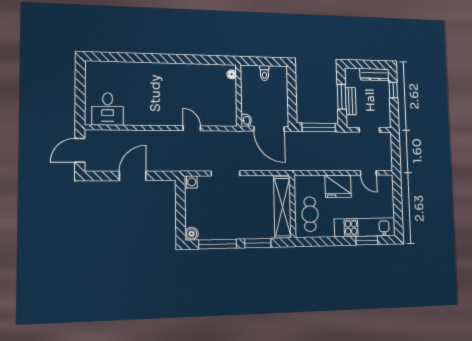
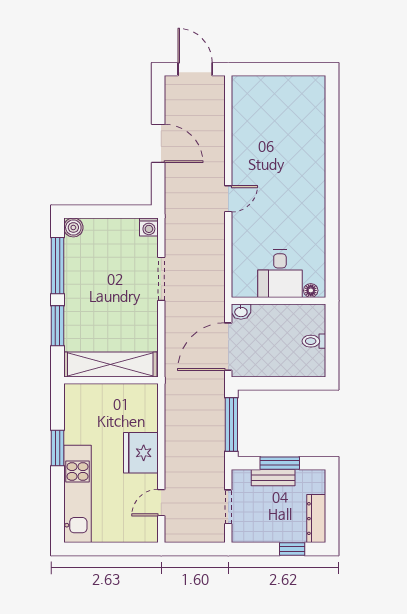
desk: (108, 109) -> (280, 274), moved, turned -90
door: (192, 128) -> (228, 199), moved
cafe table: (310, 214) -> (99, 407), removed
window: (367, 240) -> (57, 448), moved

